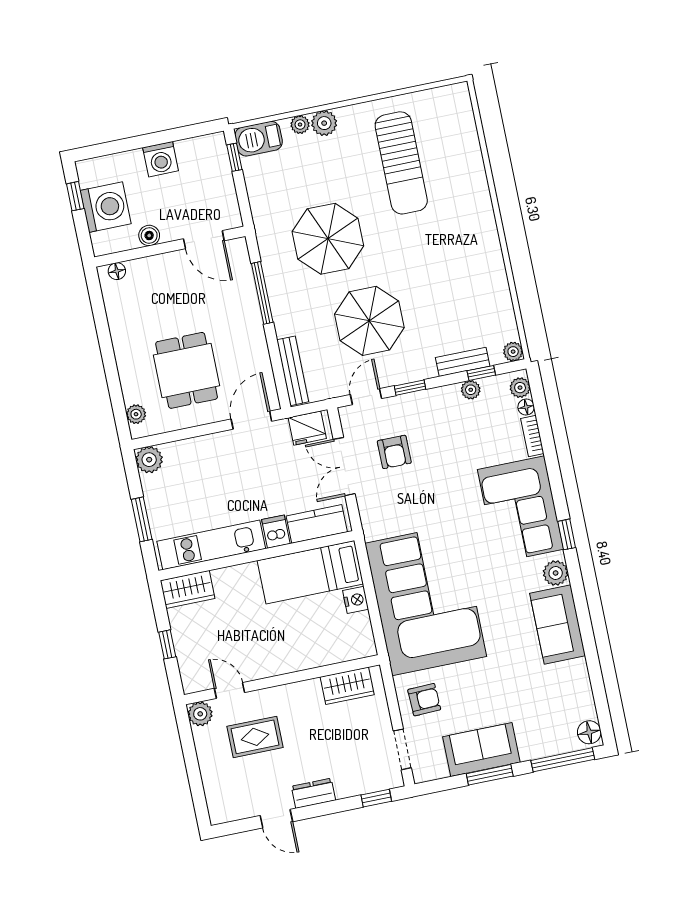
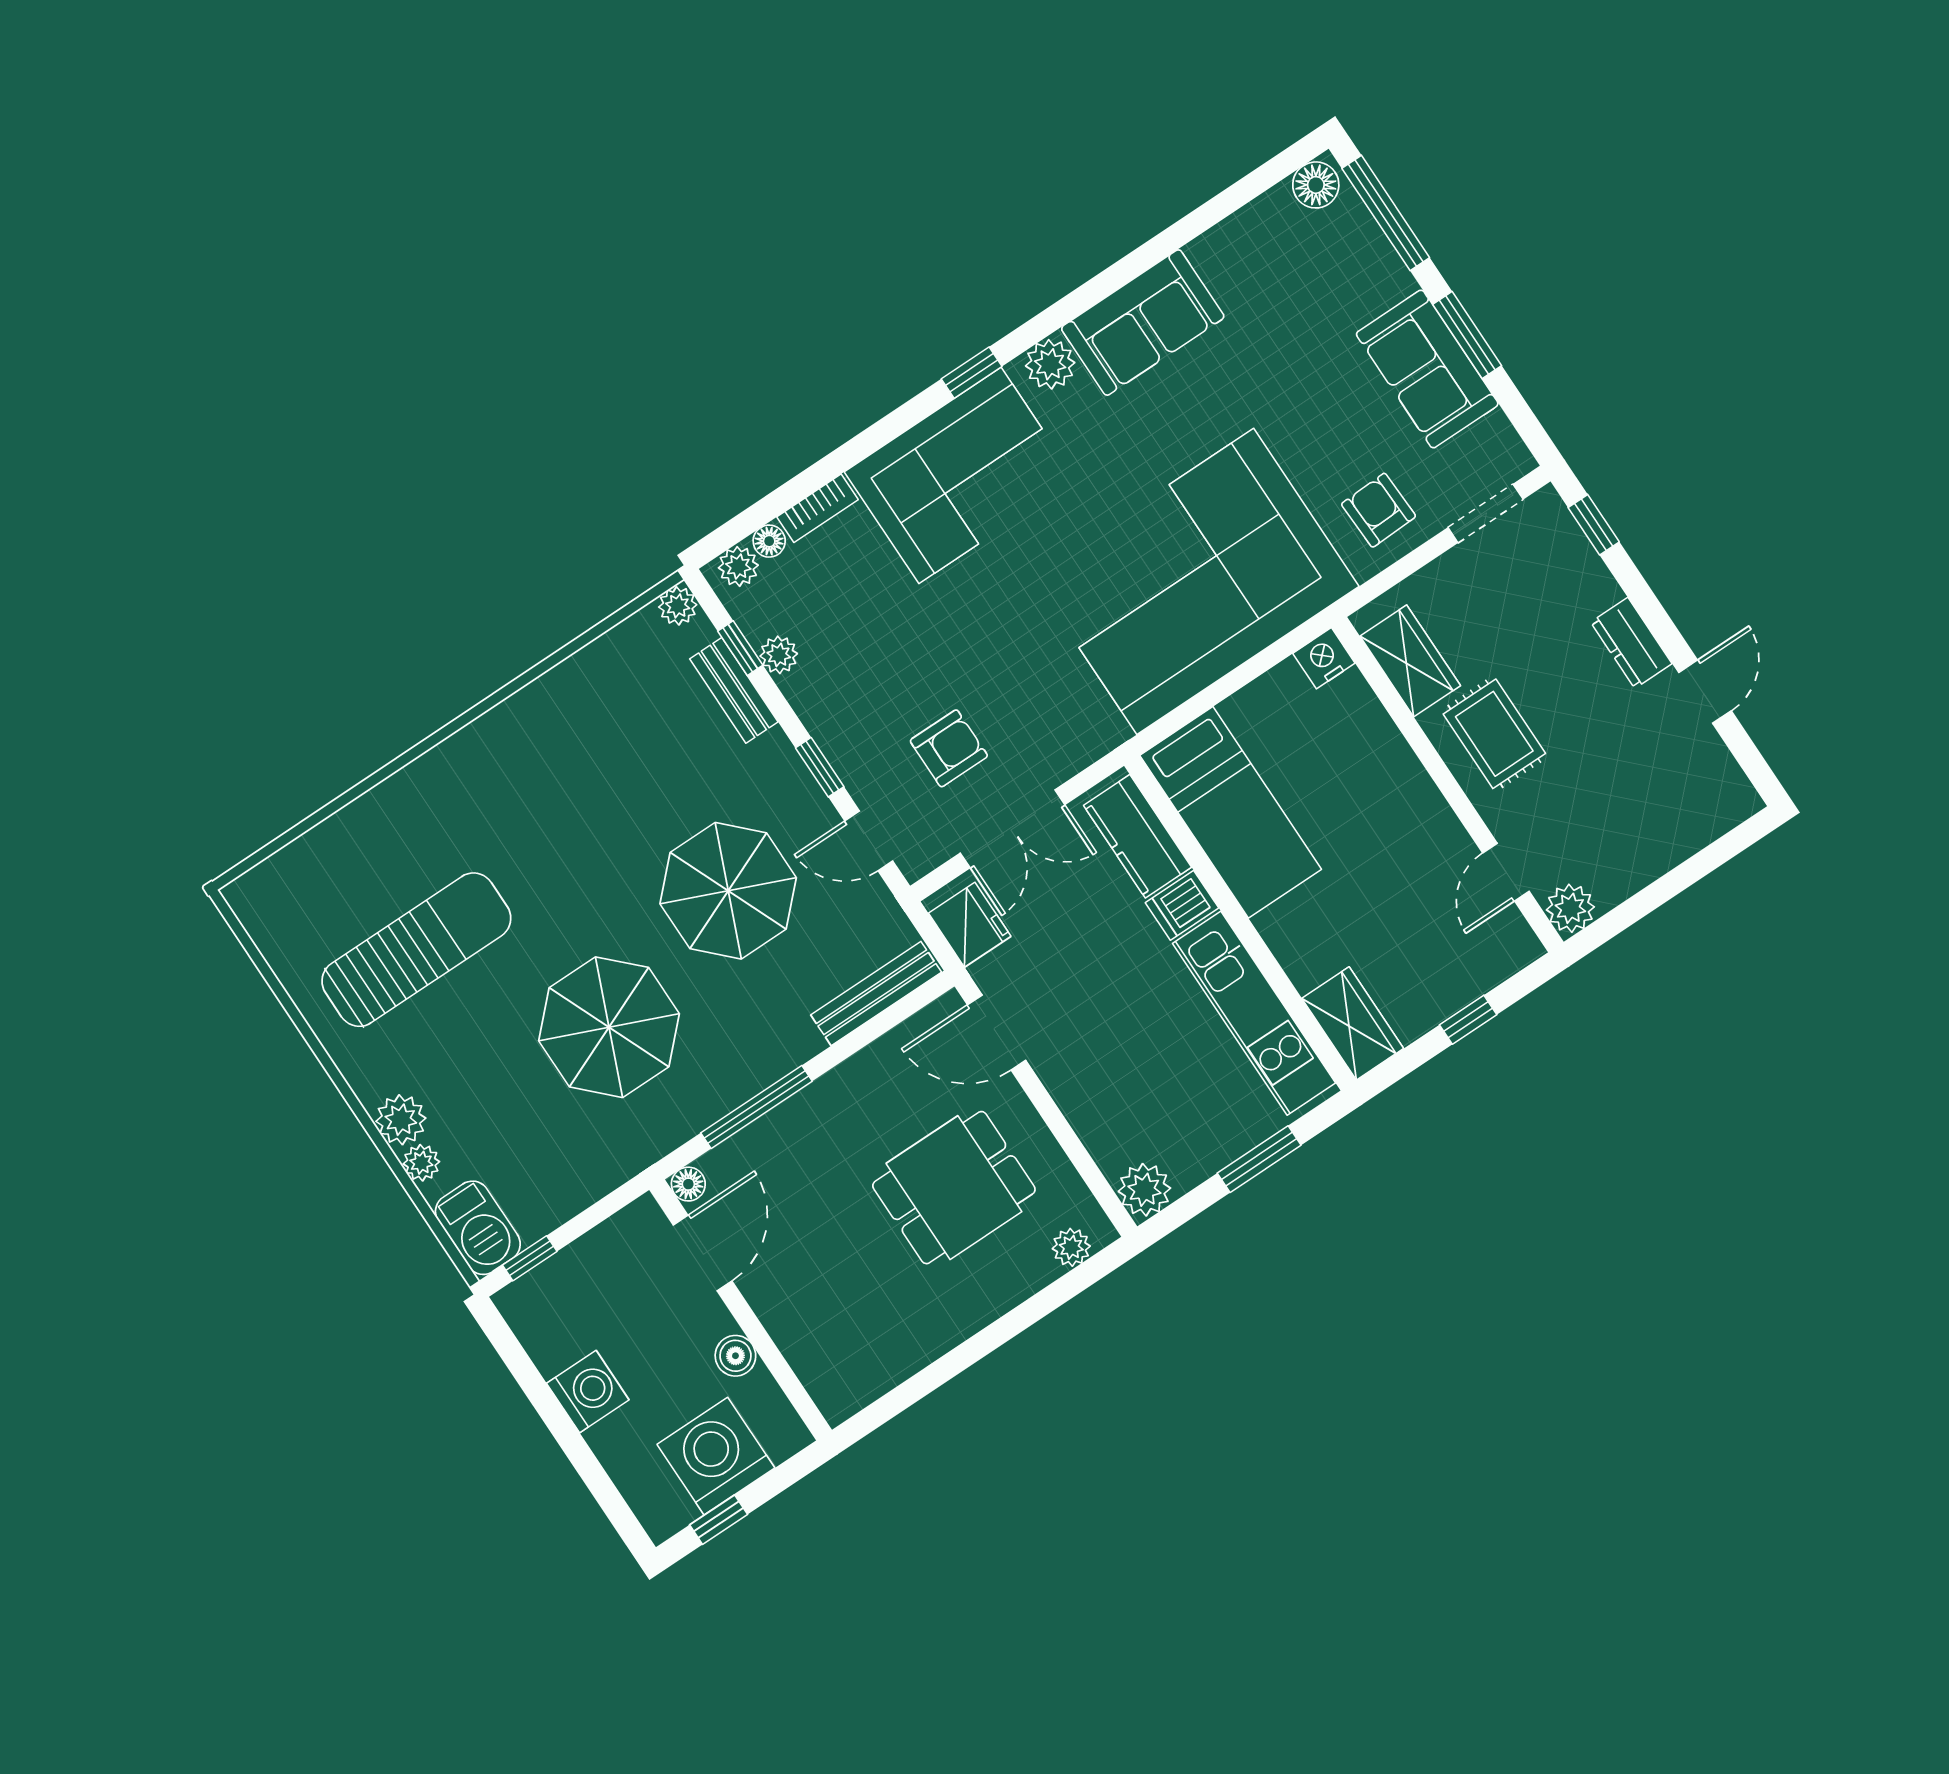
floor lamp: (117, 271) -> (688, 1184), moved
nightstand: (356, 600) -> (1324, 658), moved
rug: (255, 737) -> (1494, 734), moved

